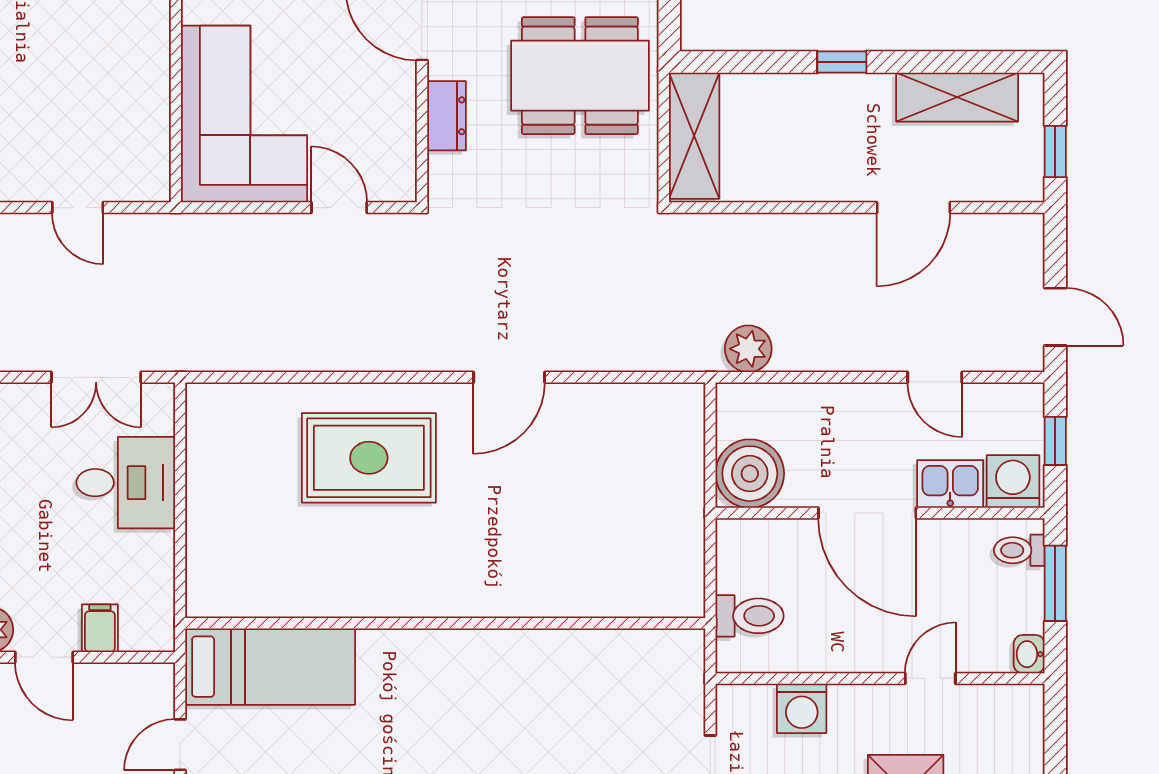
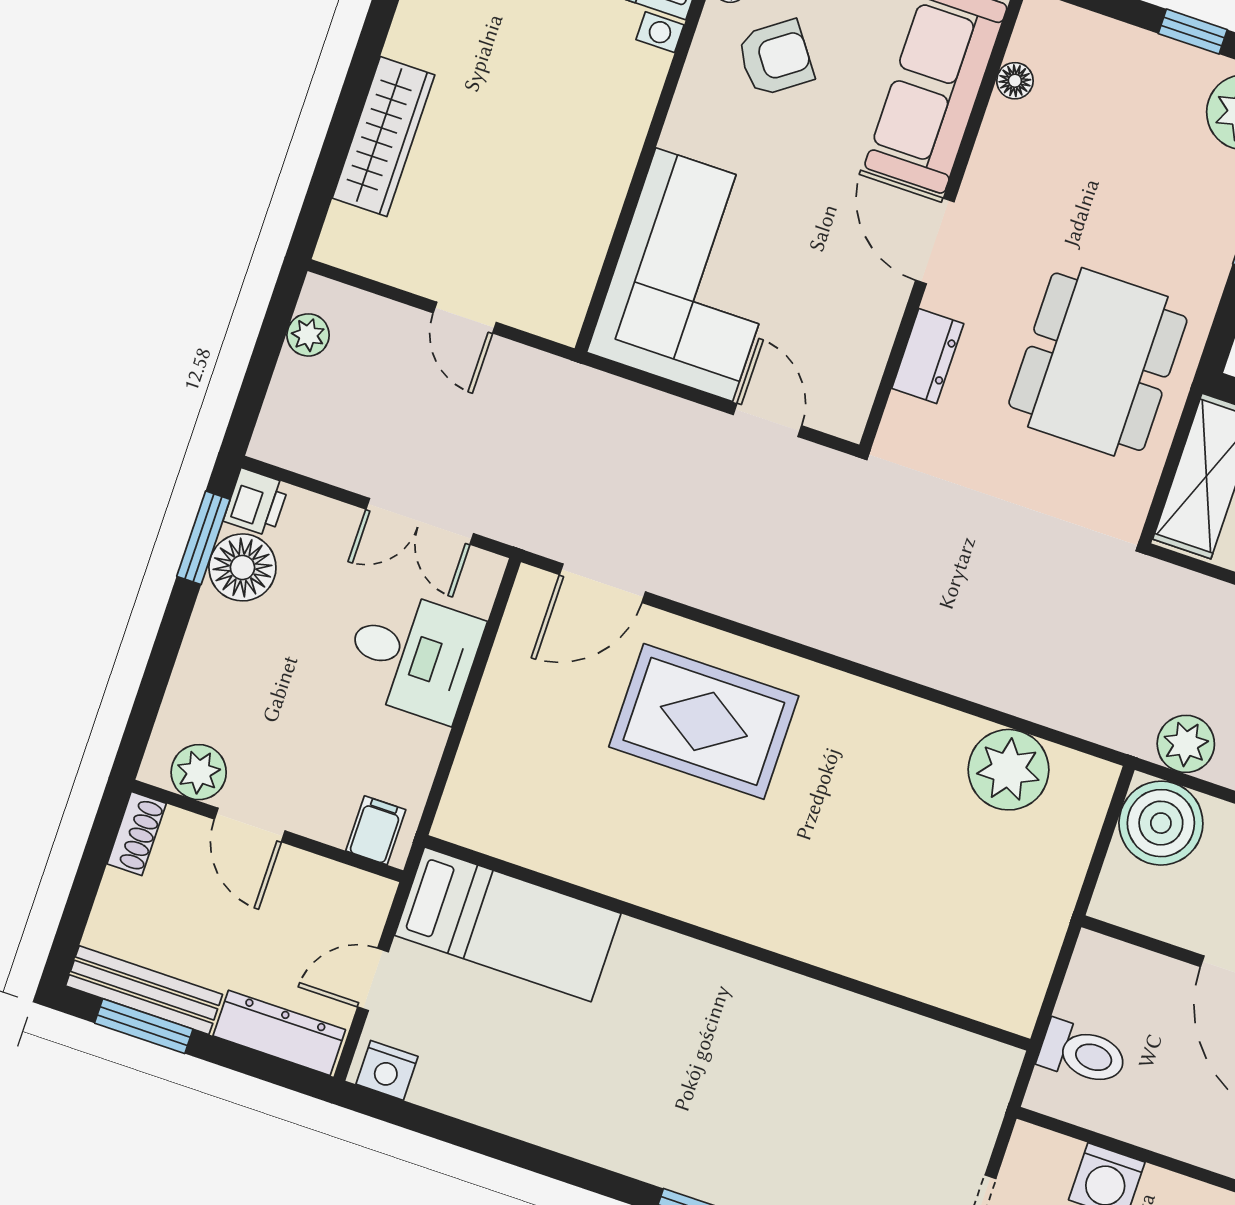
dining table: (580, 76) -> (1098, 362), turned 90
door: (509, 377) -> (602, 583), moved
plant: (618, 415) -> (1008, 770), added
boiler: (750, 474) -> (1161, 823), moved
filing cabinet: (100, 628) -> (376, 830), moved

